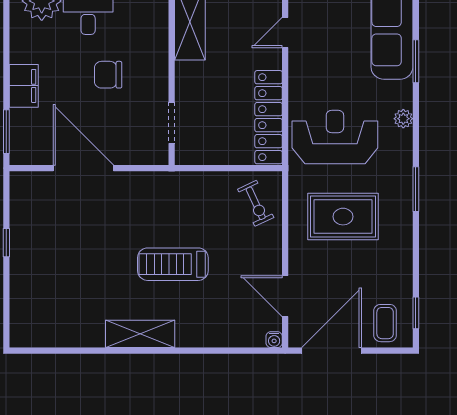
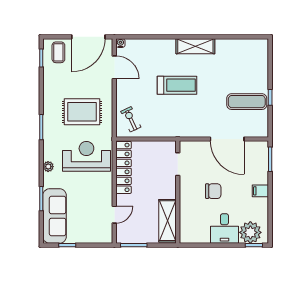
filing cabinet: (24, 86) -> (260, 191), width x0.50
reception desk: (335, 137) -> (86, 156), turned 180
exercise mat: (48, 235) -> (247, 102), added

